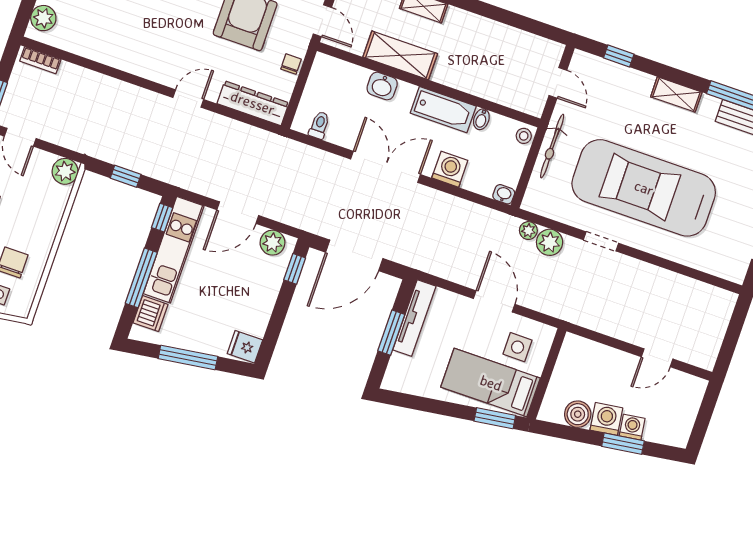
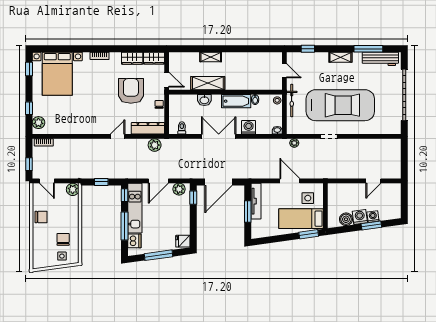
car: (644, 188) -> (340, 105), turned 180
plant: (550, 242) -> (155, 145), moved

